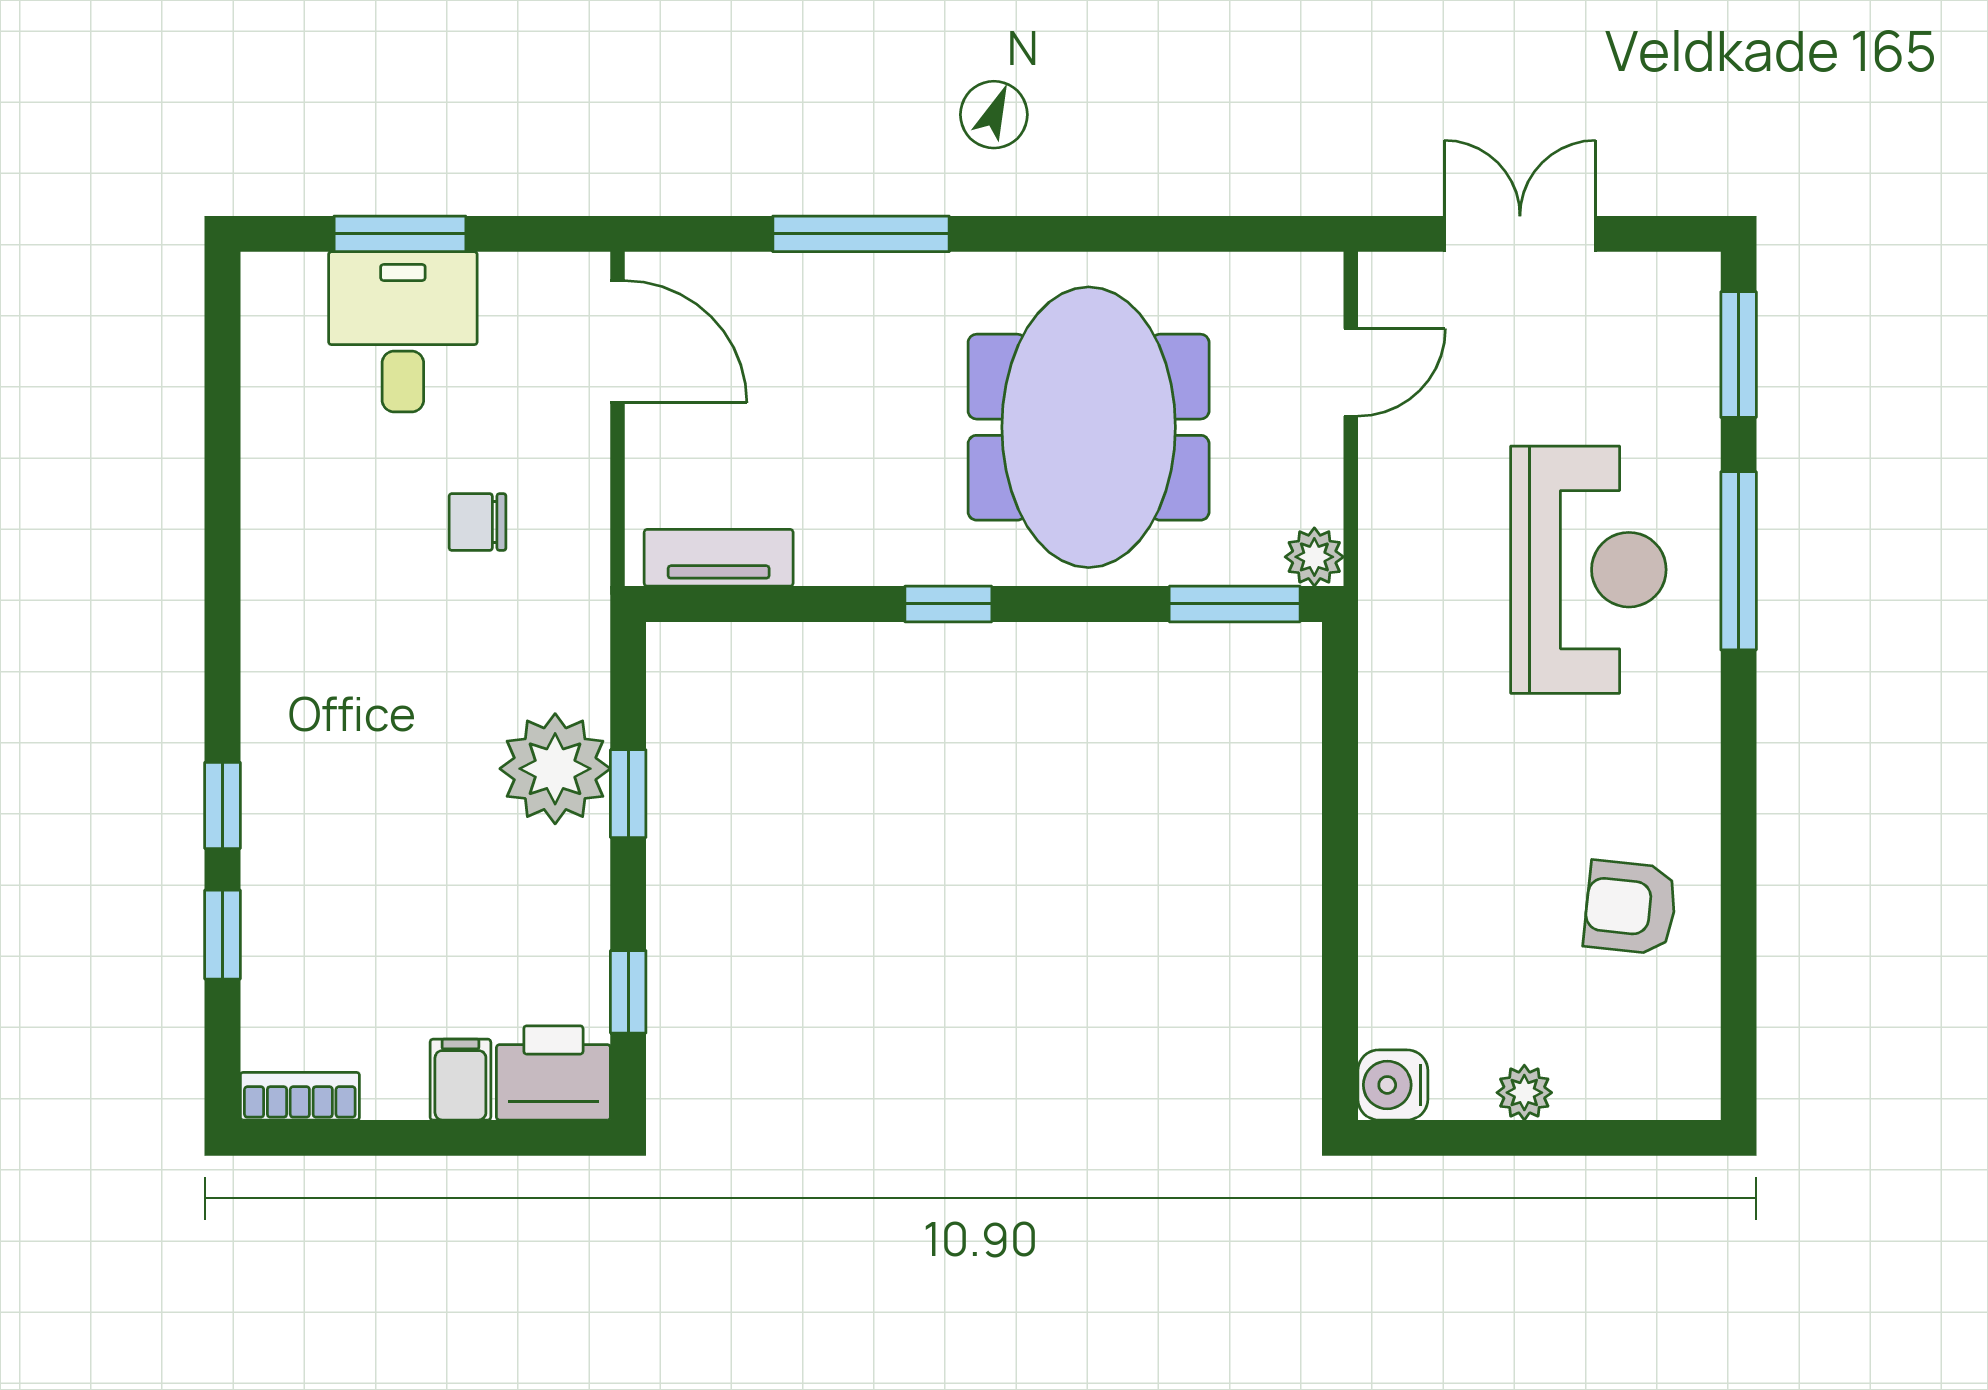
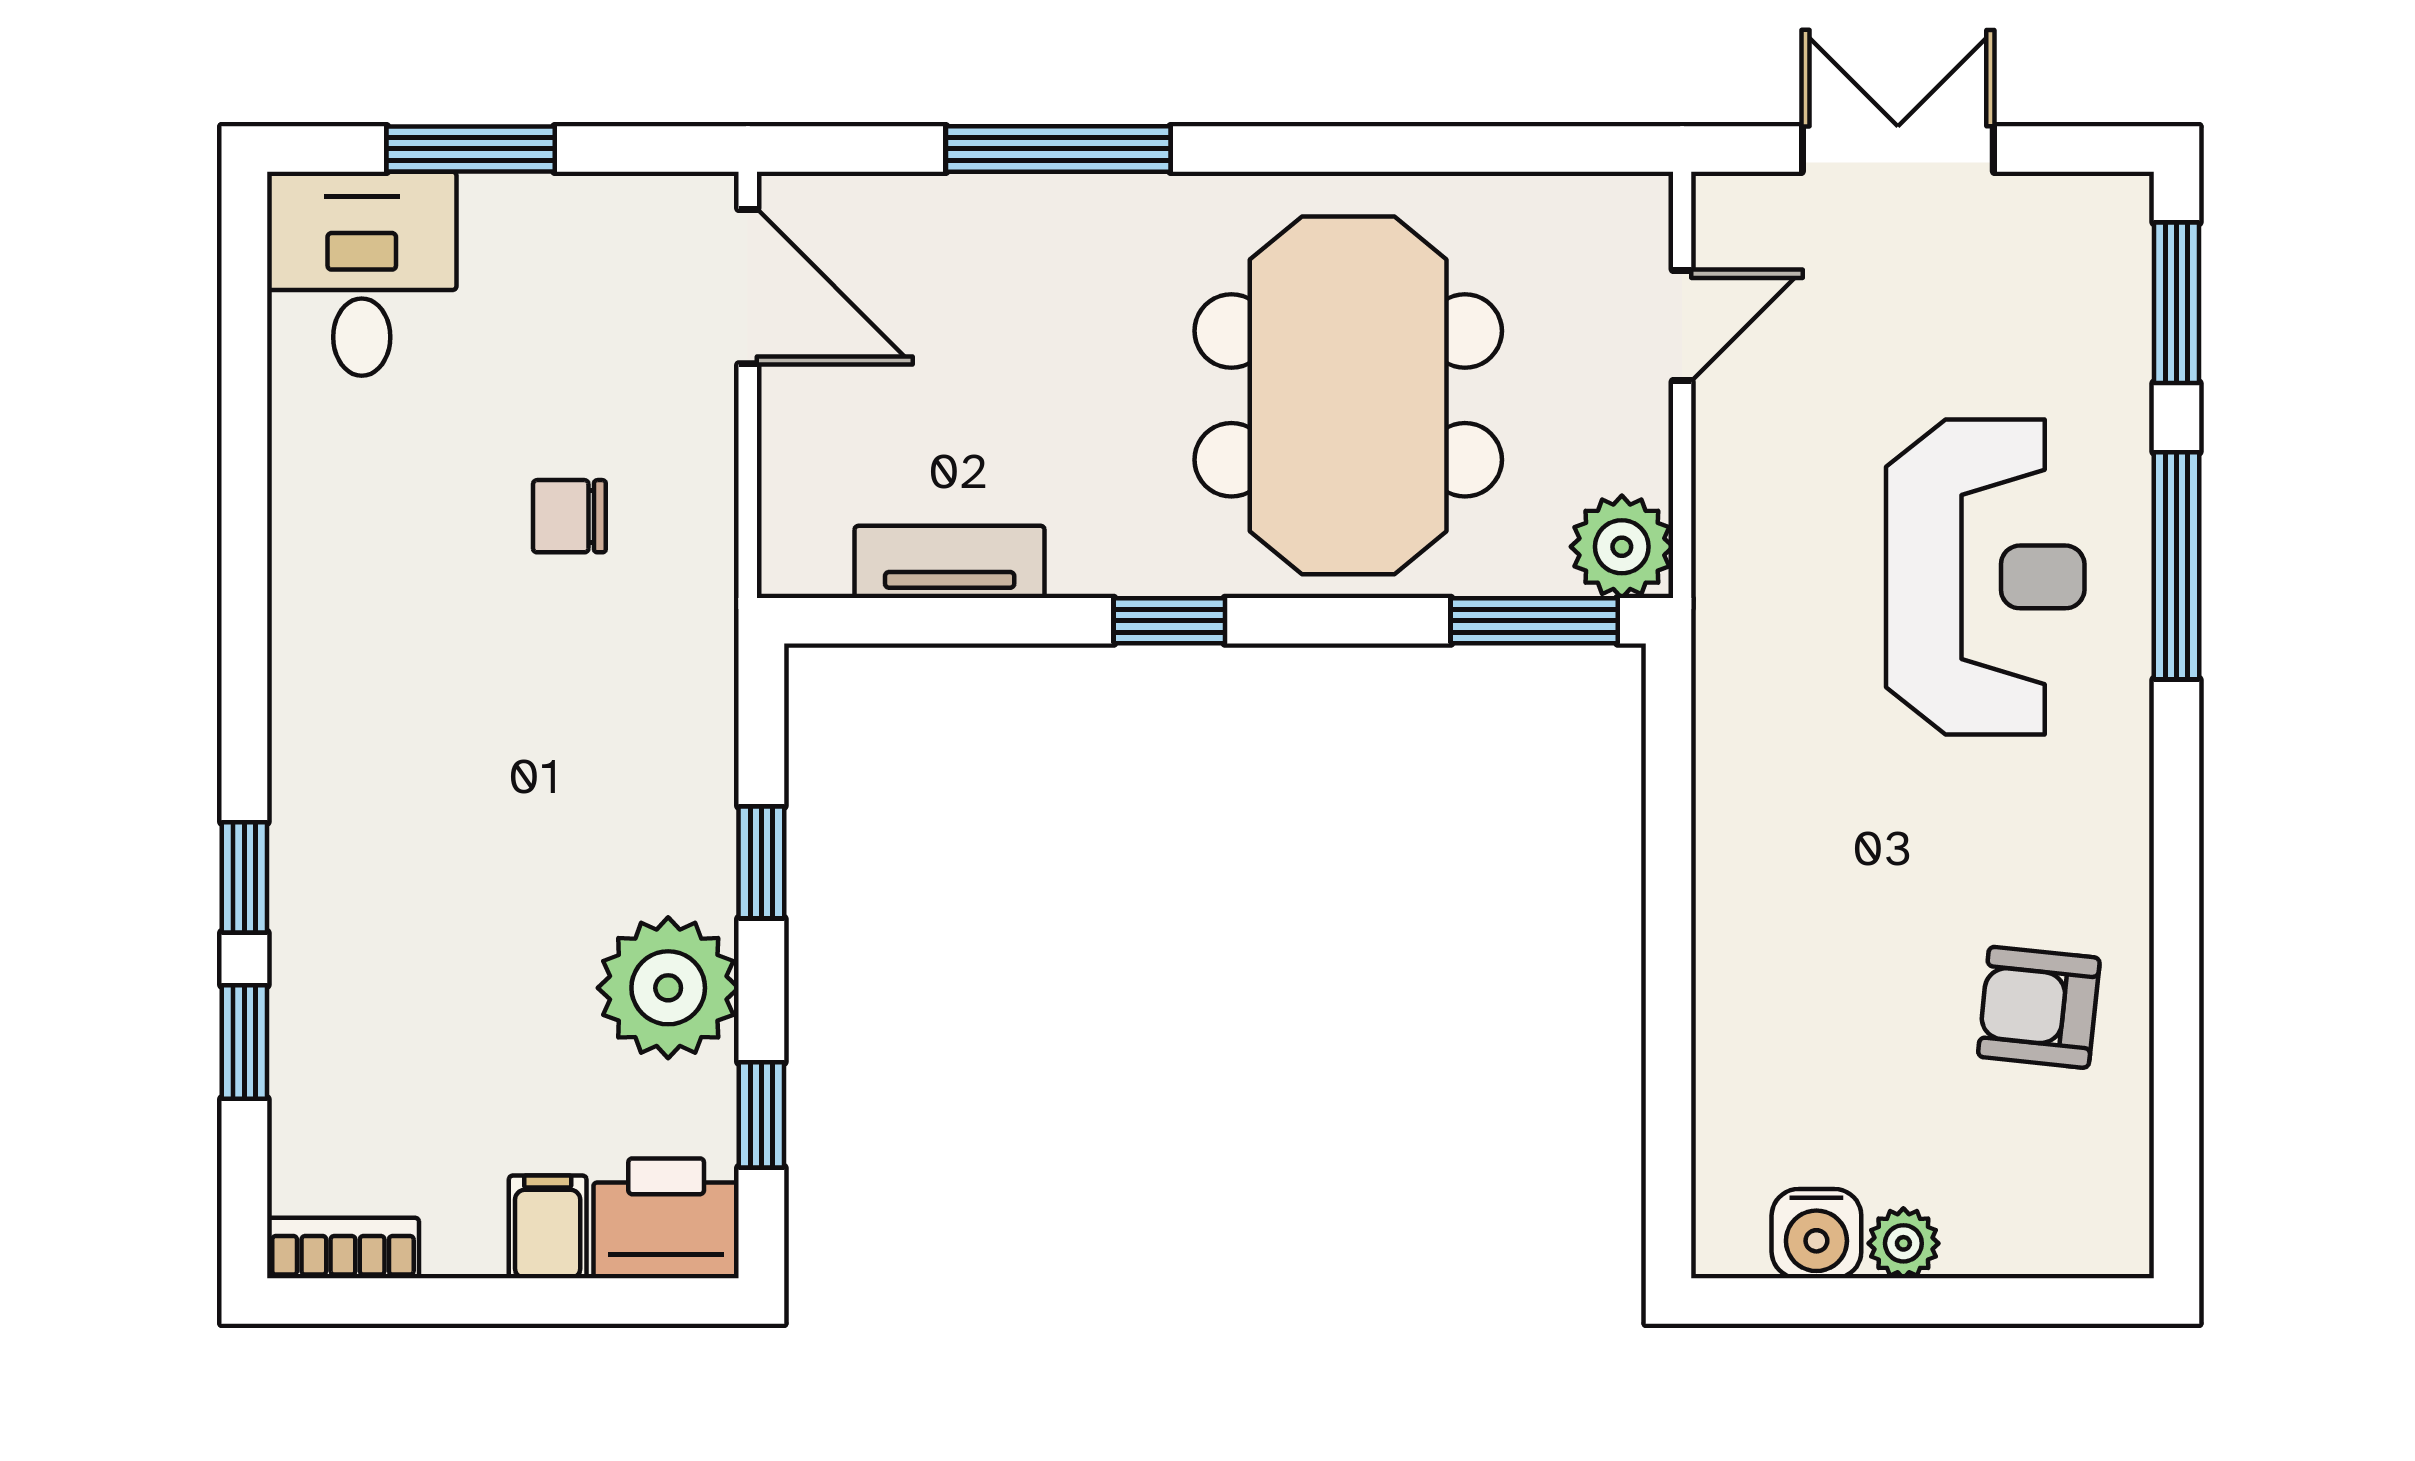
desk: (403, 332) -> (362, 274), moved
plant: (1314, 557) -> (1622, 547), width x1.38, depth x1.38
tv unit: (719, 558) -> (950, 562), moved
plant: (555, 769) -> (668, 988), moved
water cooler: (1393, 1085) -> (1816, 1234), moved, turned -90

